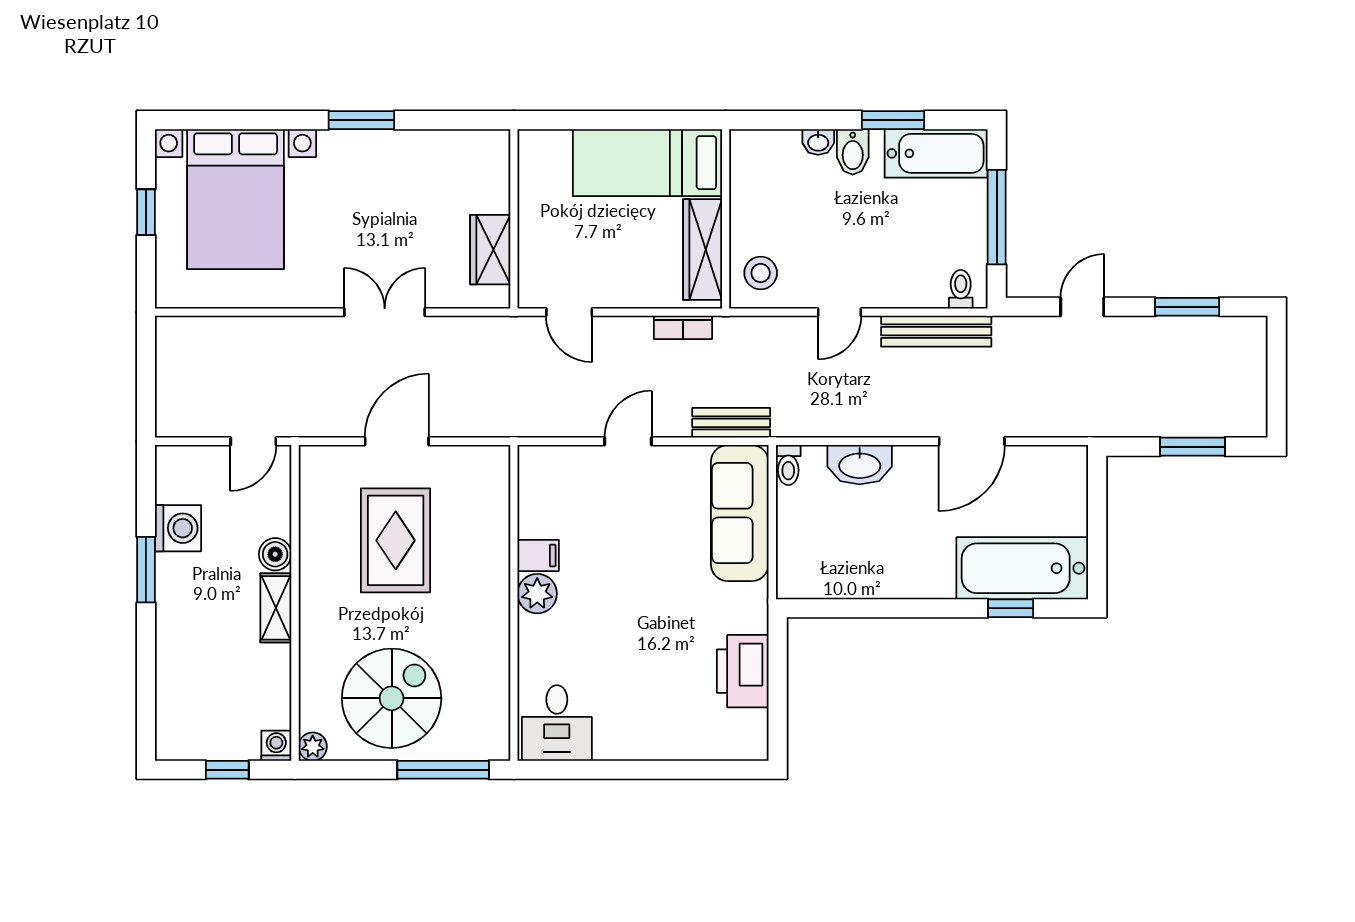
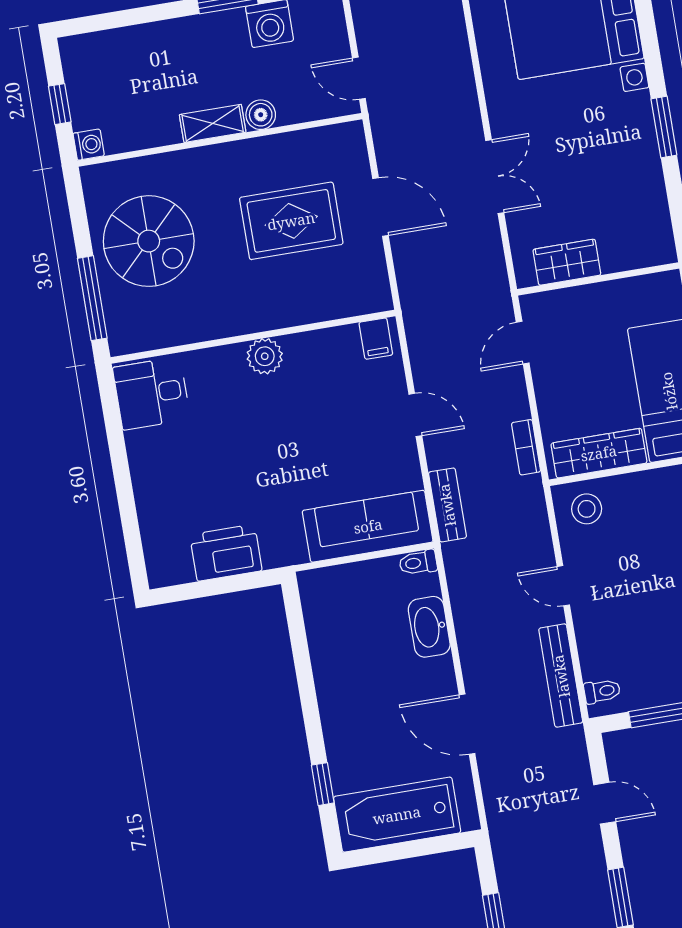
filing cabinet: (538, 555) -> (376, 339), moved
bathtub: (1022, 568) -> (397, 815), moved, turned -90
plant: (313, 747) -> (93, 177), removed

